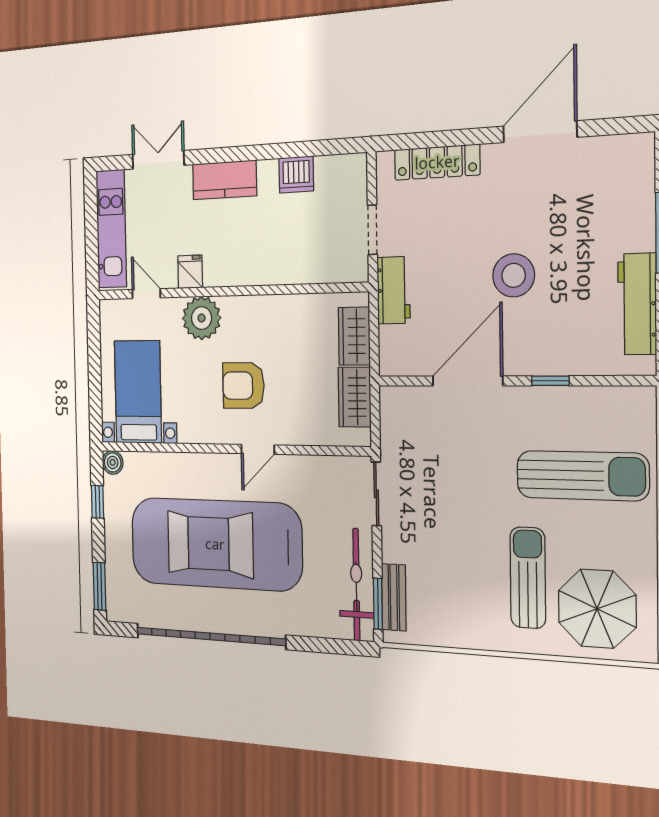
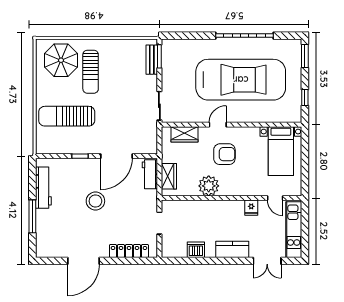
workbench: (394, 290) -> (150, 174), moved
plant: (202, 318) -> (209, 186), moved
wardrobe: (355, 397) -> (185, 134), moved, turned 90
boiler: (113, 462) -> (296, 117), removed
bicycle: (356, 585) -> (170, 64), removed
garage door: (210, 636) -> (245, 36), width x0.73

